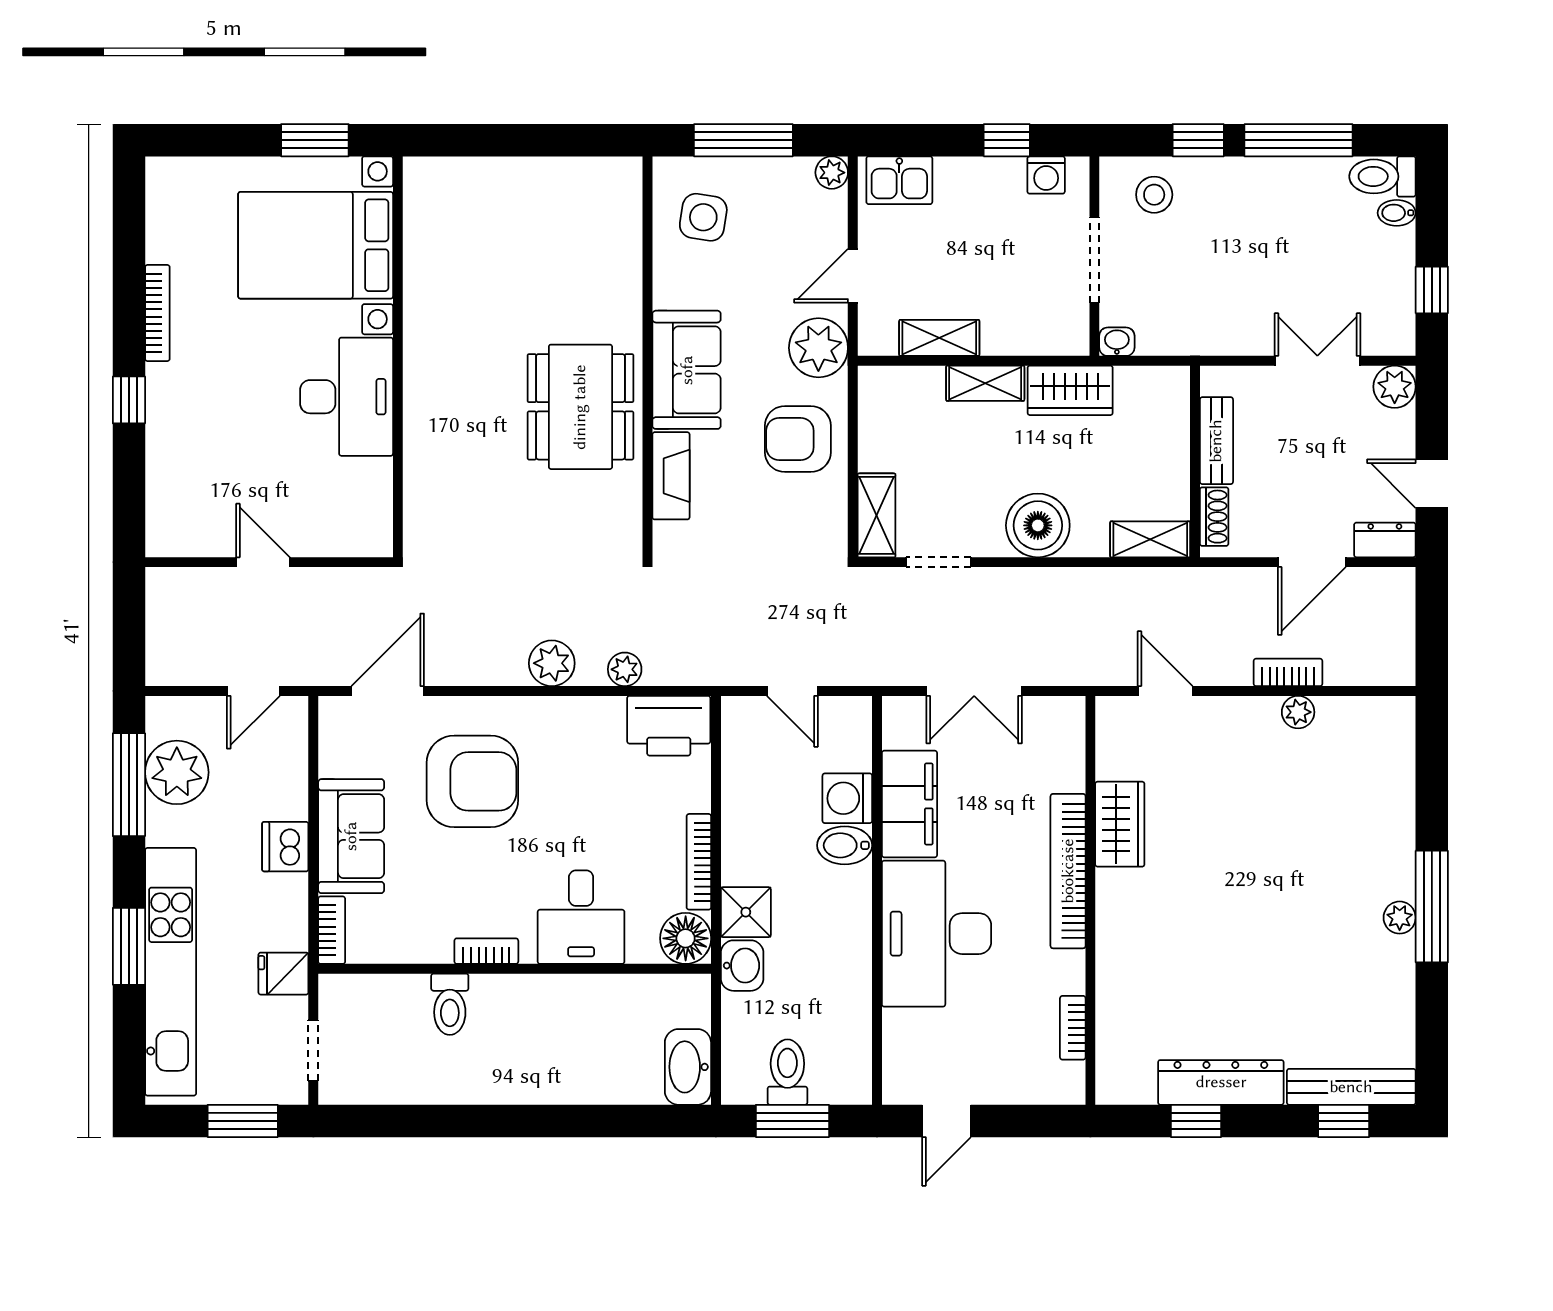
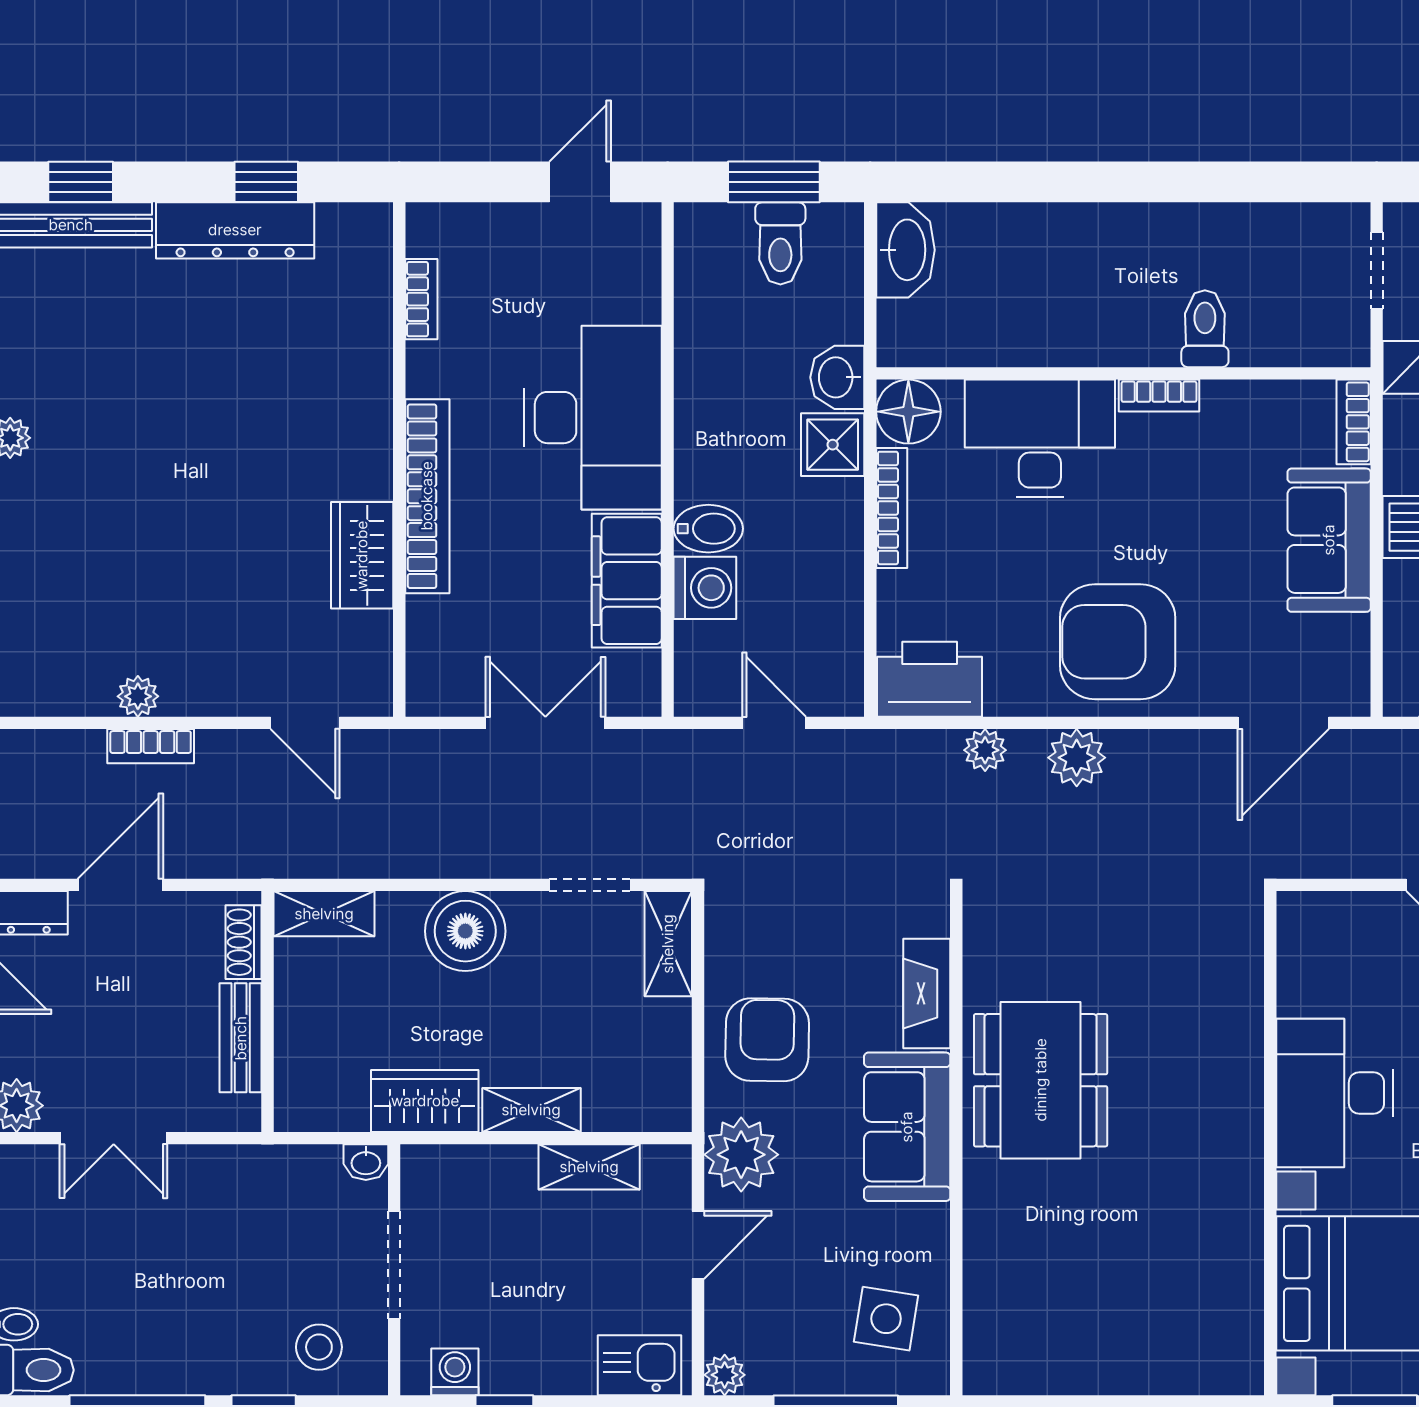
armchair: (798, 439) -> (767, 1040), turned -89
armchair: (472, 781) -> (1118, 642), moved
desk: (581, 917) -> (1040, 438), width x1.37

